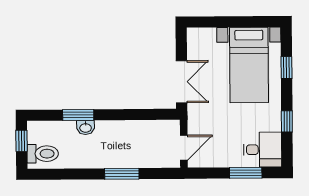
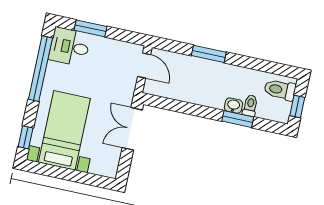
window: (286, 68) -> (26, 137), moved
window: (287, 121) -> (40, 69), width x3.17
toilet: (69, 131) -> (250, 106), added
door: (184, 148) -> (144, 65), swing flipped

